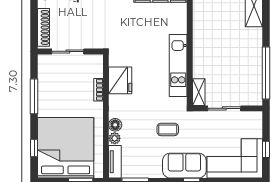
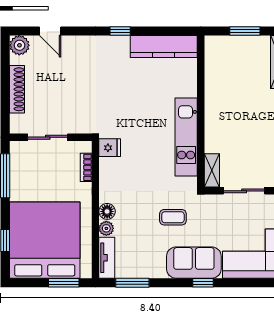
sliding door: (68, 51) -> (48, 137), moved
wall: (70, 51) -> (51, 137), moved
fridge: (120, 80) -> (110, 148), width x0.53, depth x0.75

